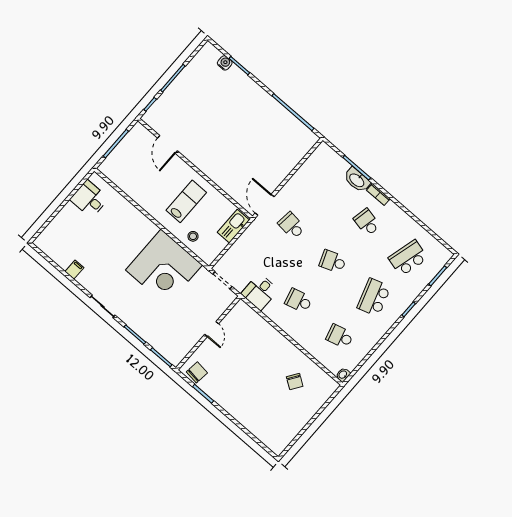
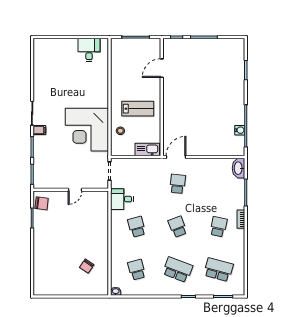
water cooler: (225, 63) -> (240, 130), moved
washbasin: (357, 180) -> (238, 168), moved
filing cabinet: (74, 270) -> (39, 130), moved
school desk: (374, 297) -> (178, 270), turned 39

